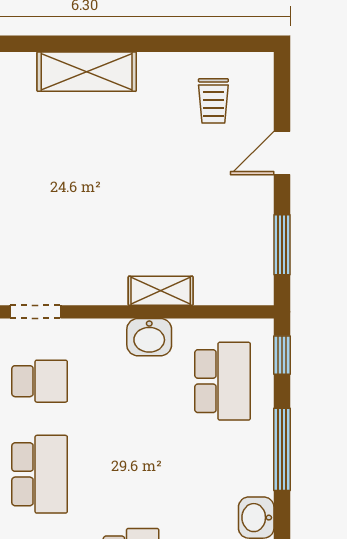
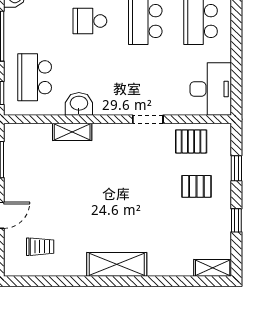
trolley: (213, 101) -> (40, 247), turned 90
school desk: (40, 381) -> (90, 21), moved

